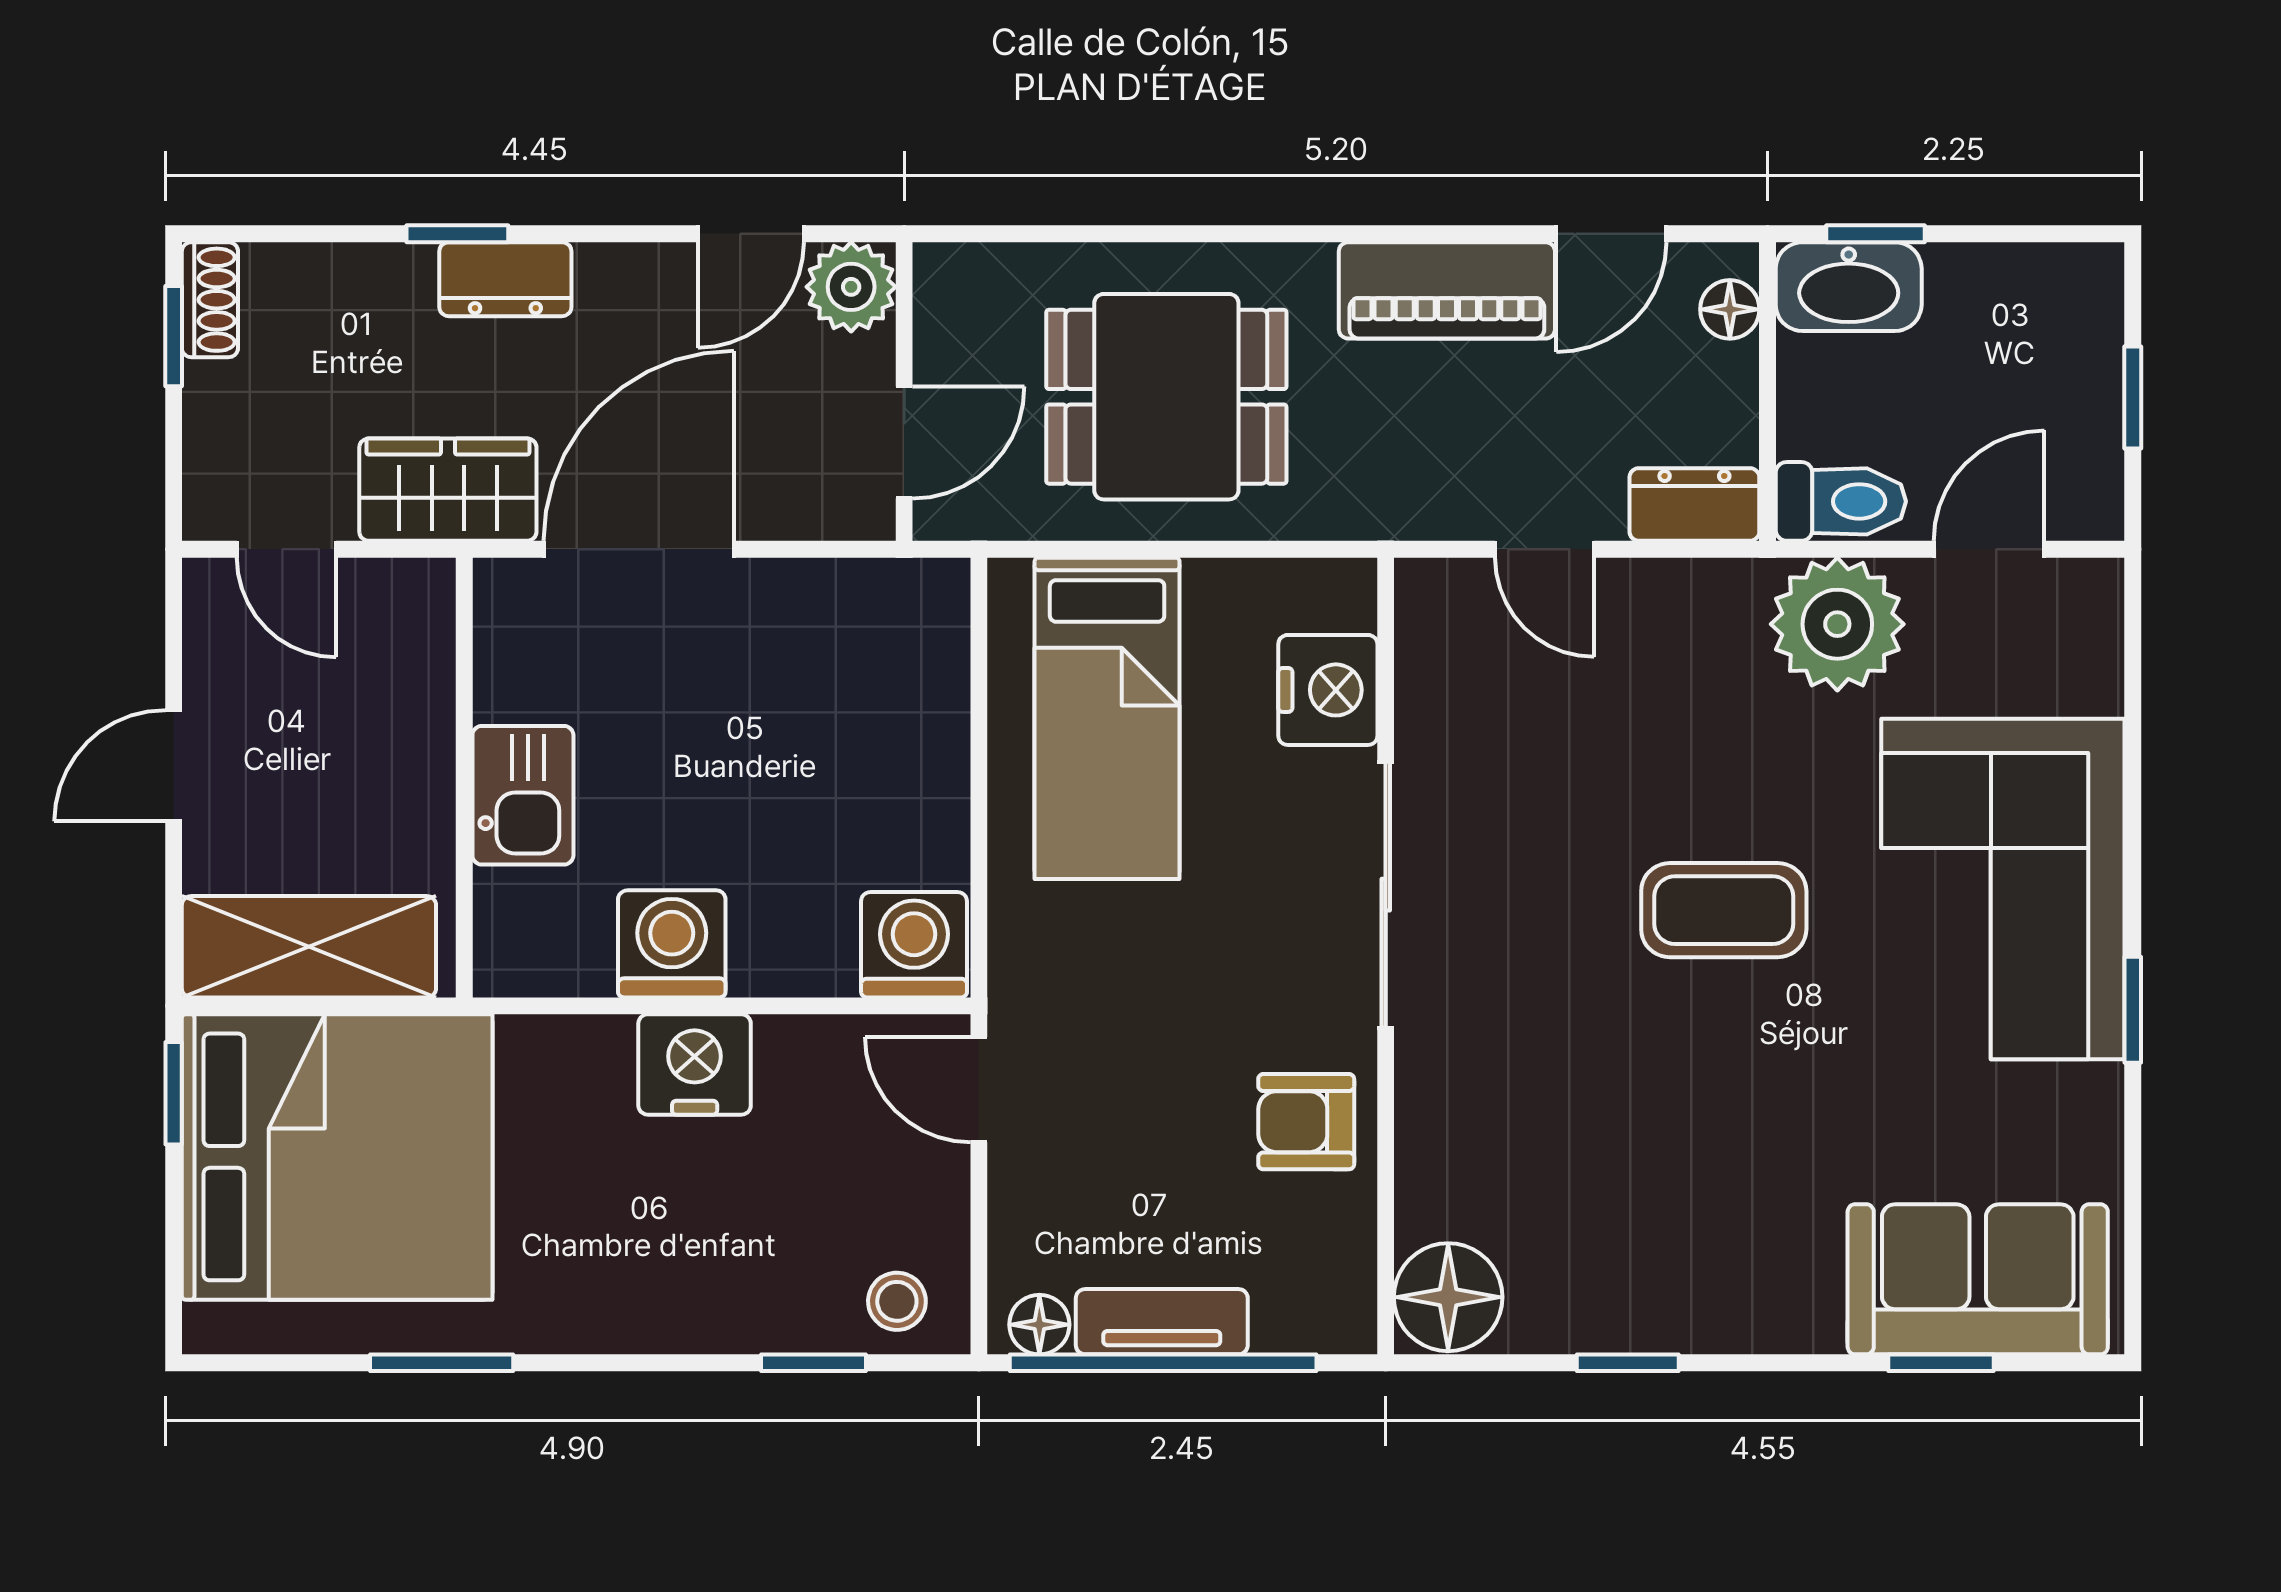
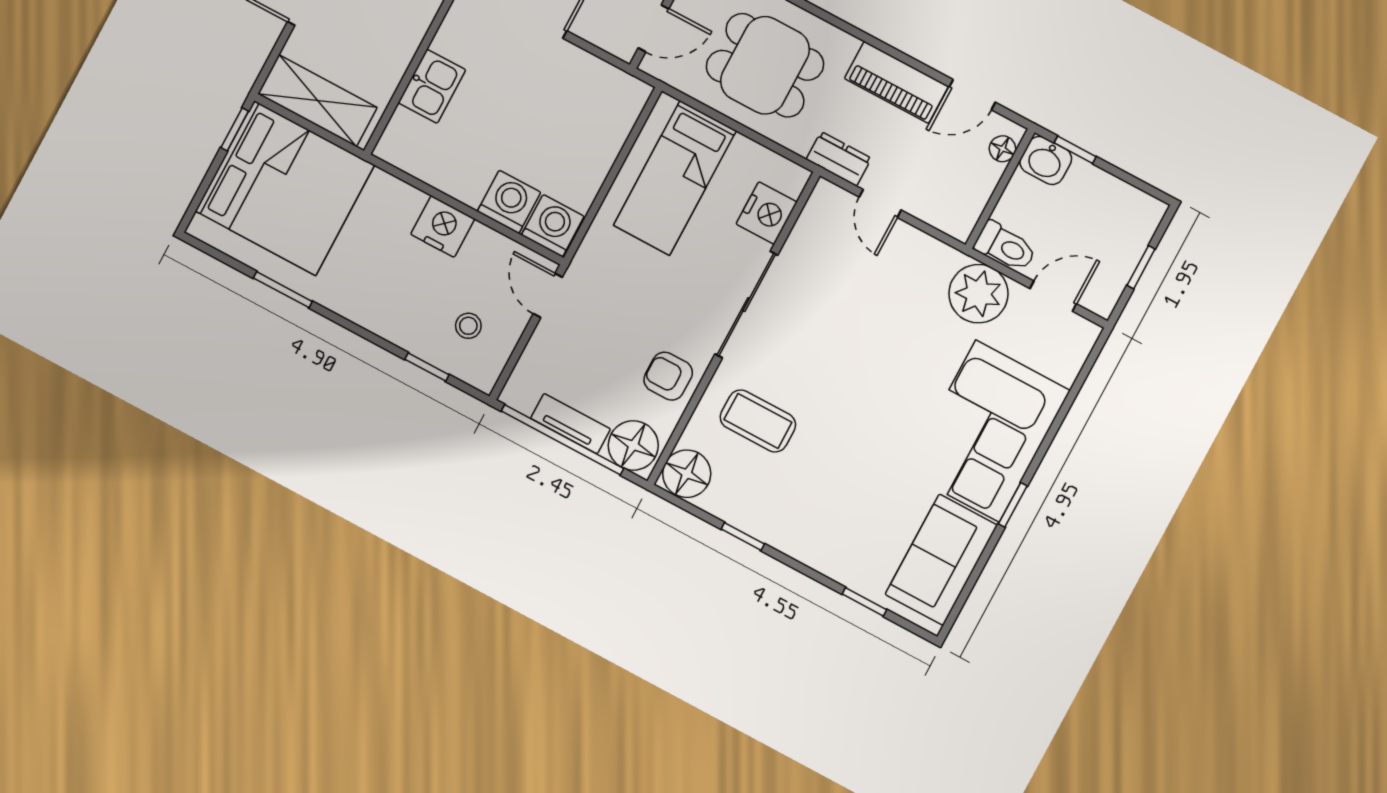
washbasin: (1849, 287) -> (1046, 160), width x0.72
dresser: (1694, 504) -> (839, 159), moved
coffee table: (1724, 910) -> (758, 421), moved
washing machine: (672, 944) -> (509, 202), moved
sofa: (1978, 1279) -> (941, 560), moved, turned -90
stool: (897, 1301) -> (468, 326), moved
floor lamp: (1039, 1325) -> (633, 445), moved, width x1.89, depth x1.89

